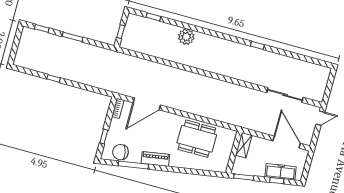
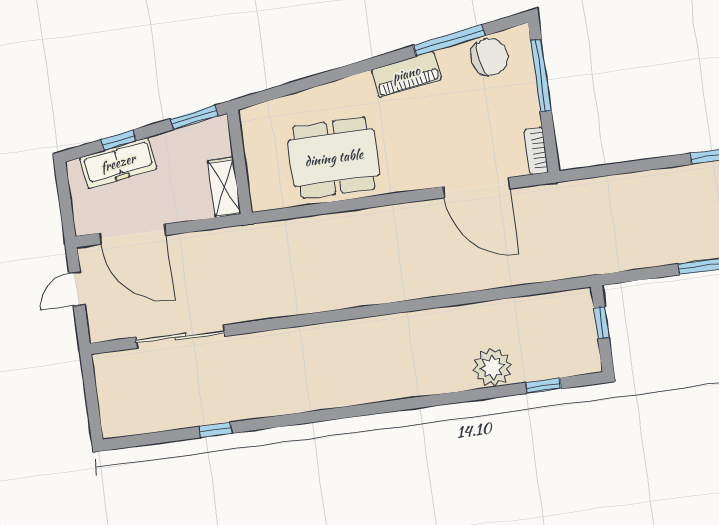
plant: (186, 37) -> (492, 367), moved
window: (257, 45) -> (216, 430), moved
door: (147, 104) -> (477, 188), swing flipped
door: (320, 118) -> (77, 289), moved
window: (104, 136) -> (541, 76), width x2.17

